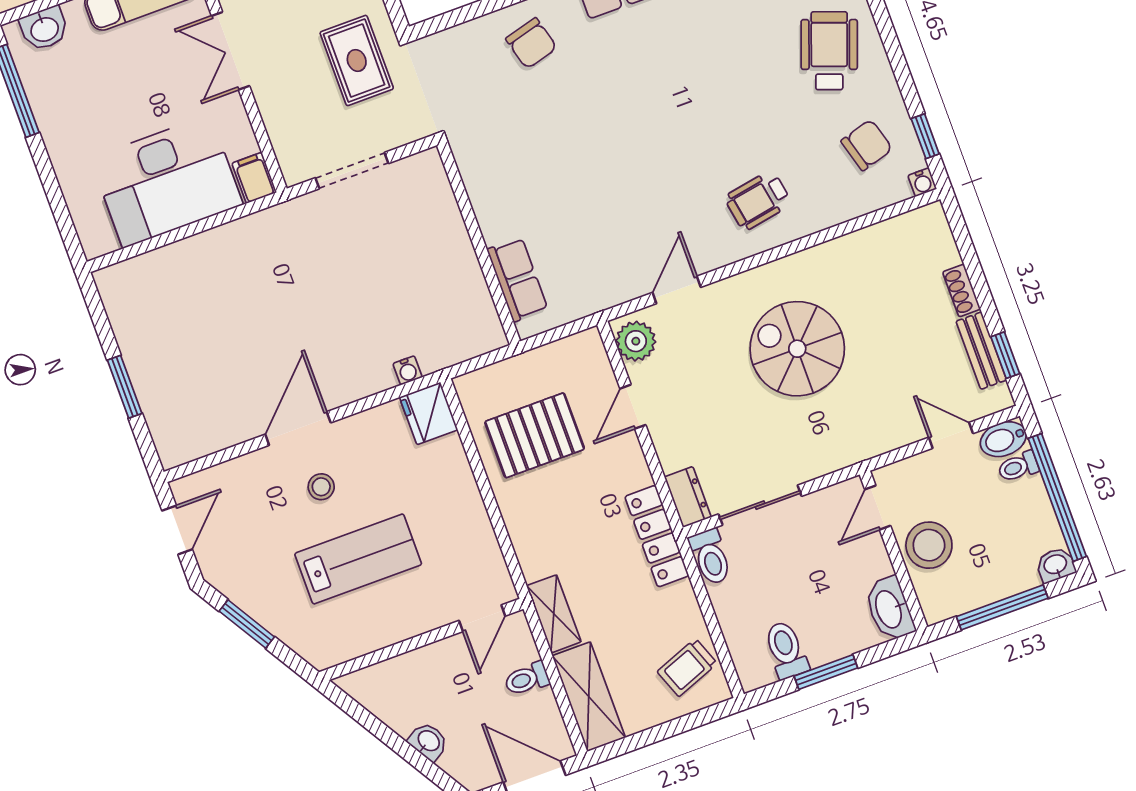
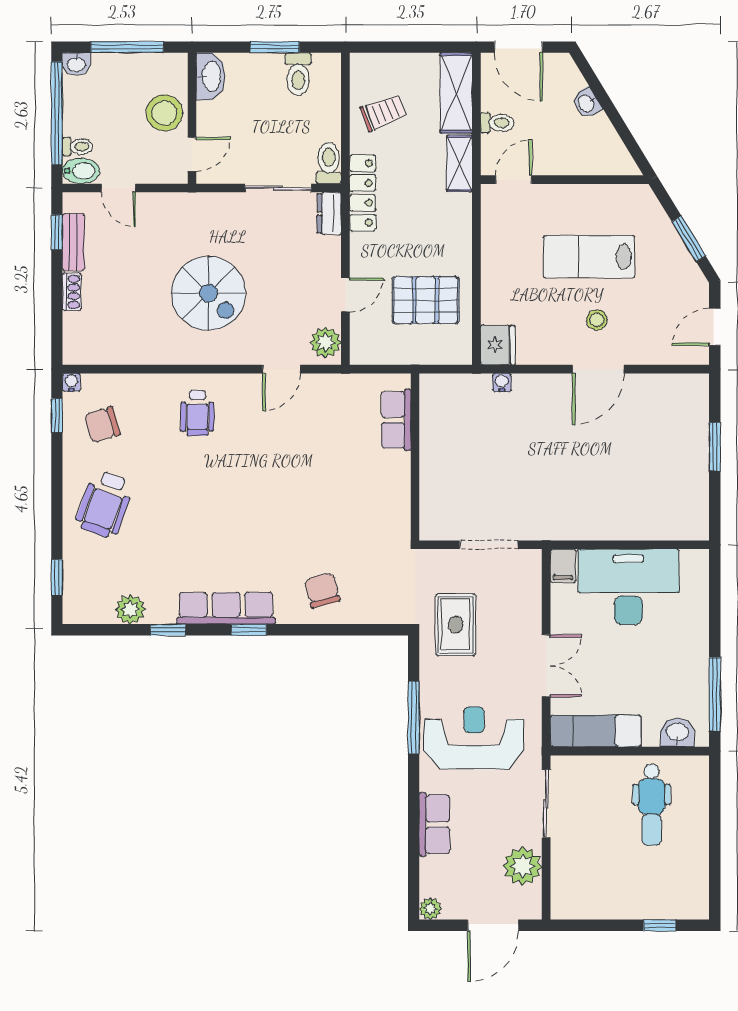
wheelchair: (758, 201) -> (197, 413), turned 100
trolley: (687, 668) -> (383, 113), moved

